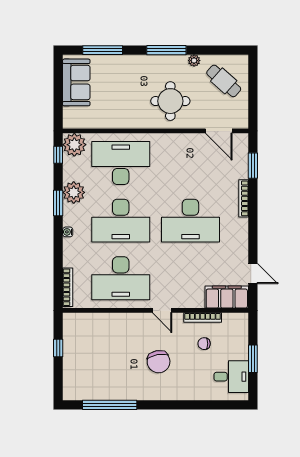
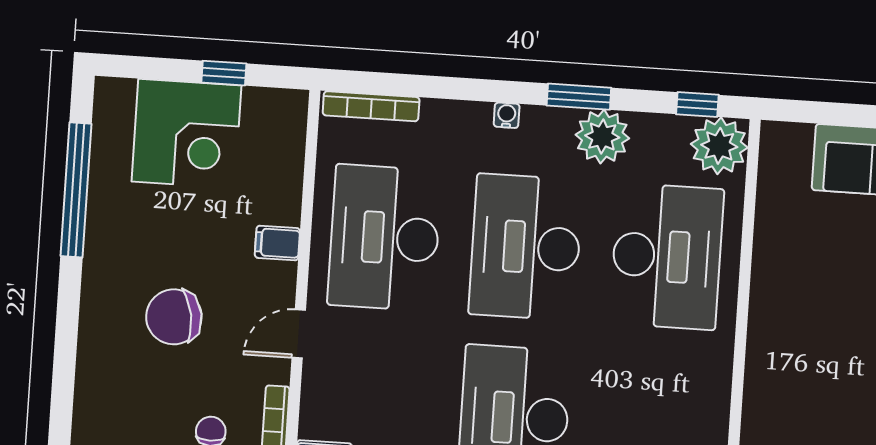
round table: (170, 101) -> (811, 388), removed
filing cabinet: (126, 322) -> (277, 243), added
corner desk: (84, 361) -> (186, 133), added

